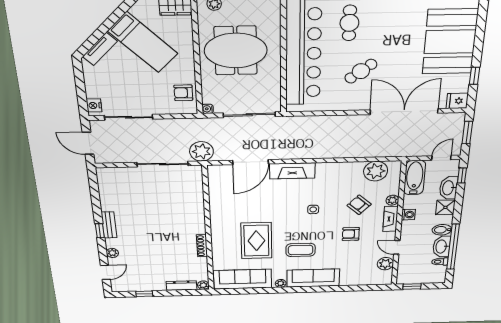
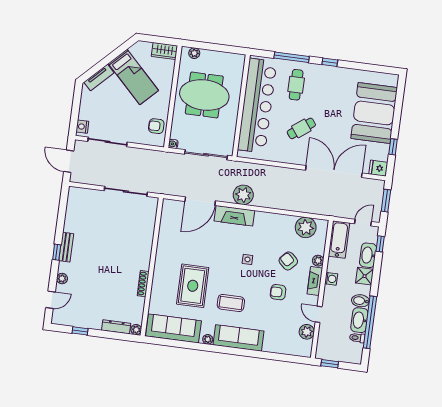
plant: (201, 151) -> (243, 195), moved

